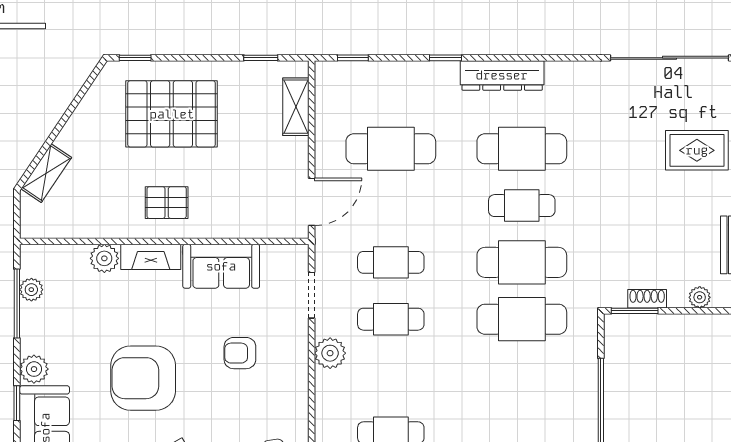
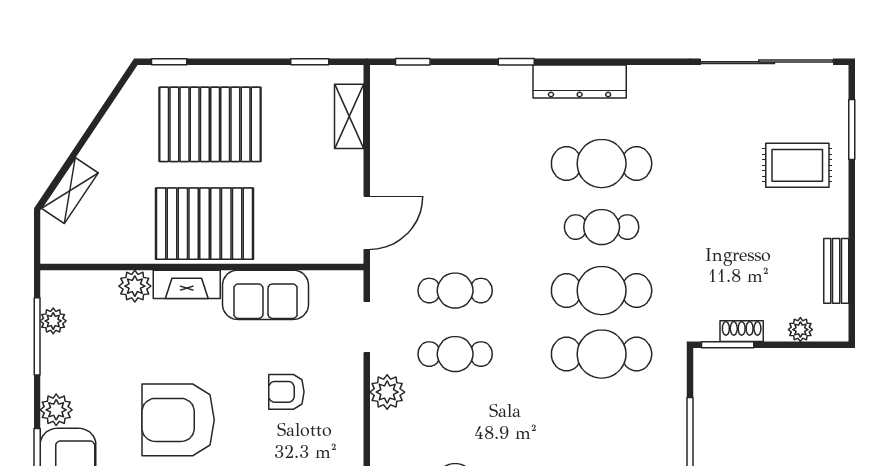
cafe table: (391, 149) -> (455, 164), removed
pallet: (167, 203) -> (205, 224), width x2.05, depth x2.00

